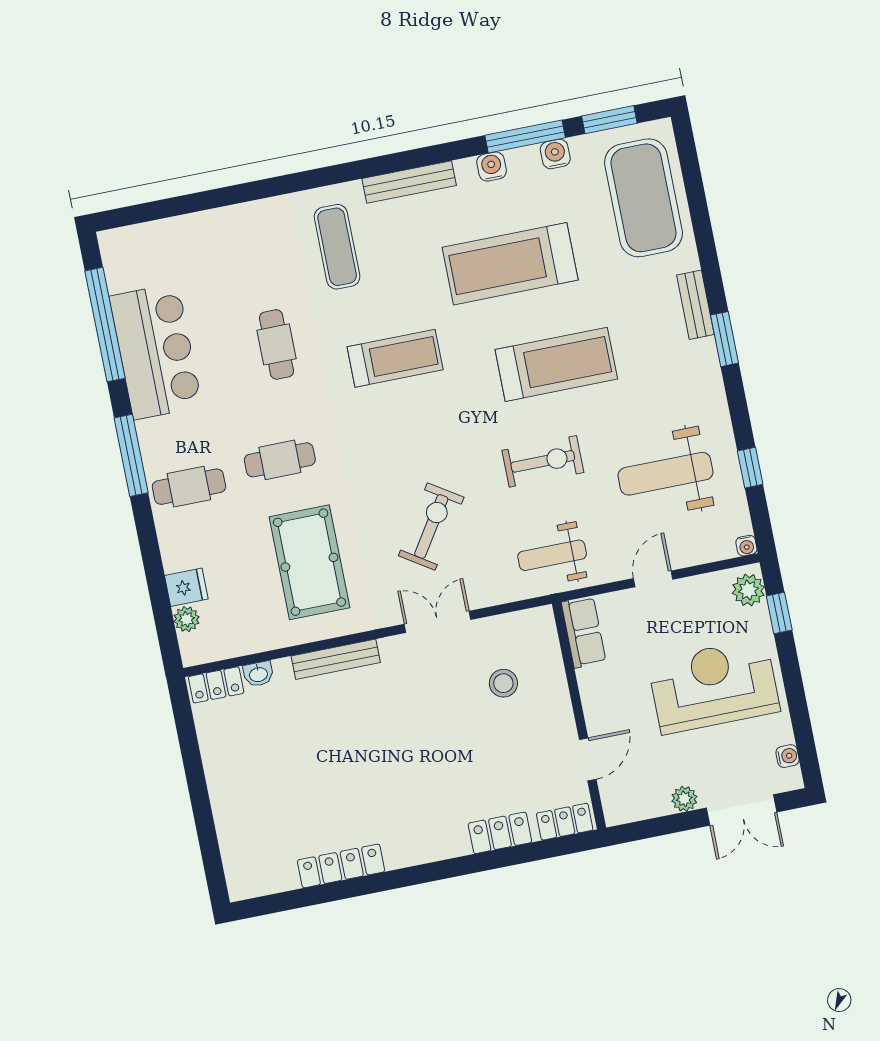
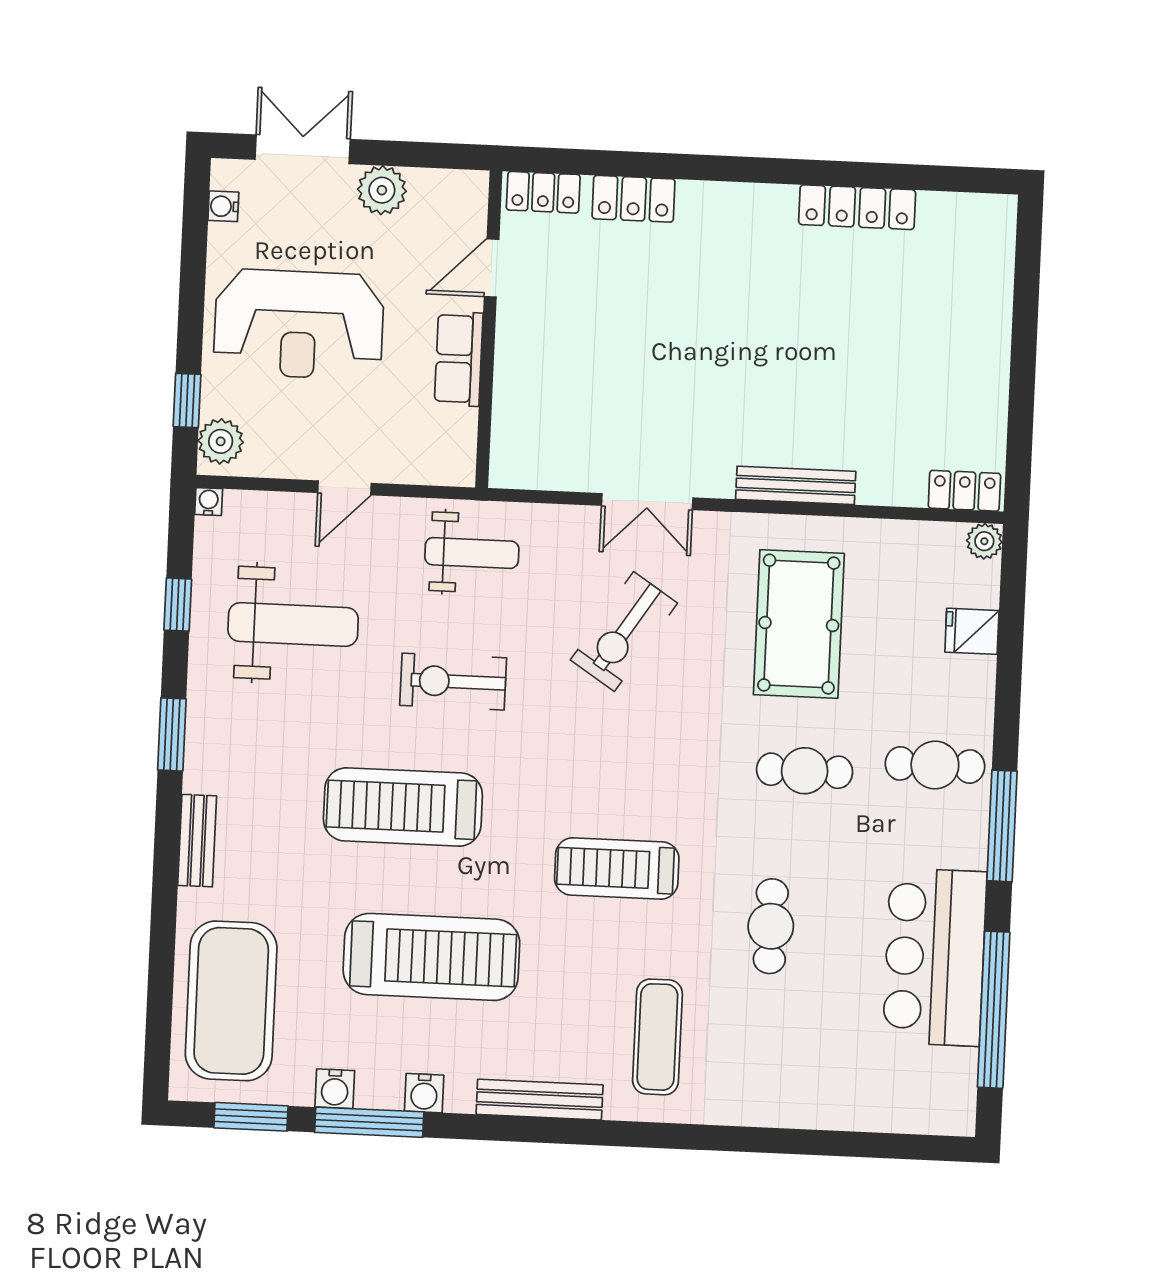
window: (724, 339) -> (172, 734), moved
plant: (186, 619) -> (984, 541), moved
row of seats: (584, 632) -> (459, 359), moved
washbasin: (258, 674) -> (904, 491), removed
stool: (503, 683) -> (579, 398), removed
plant: (684, 799) -> (382, 190), width x1.38, depth x1.38

